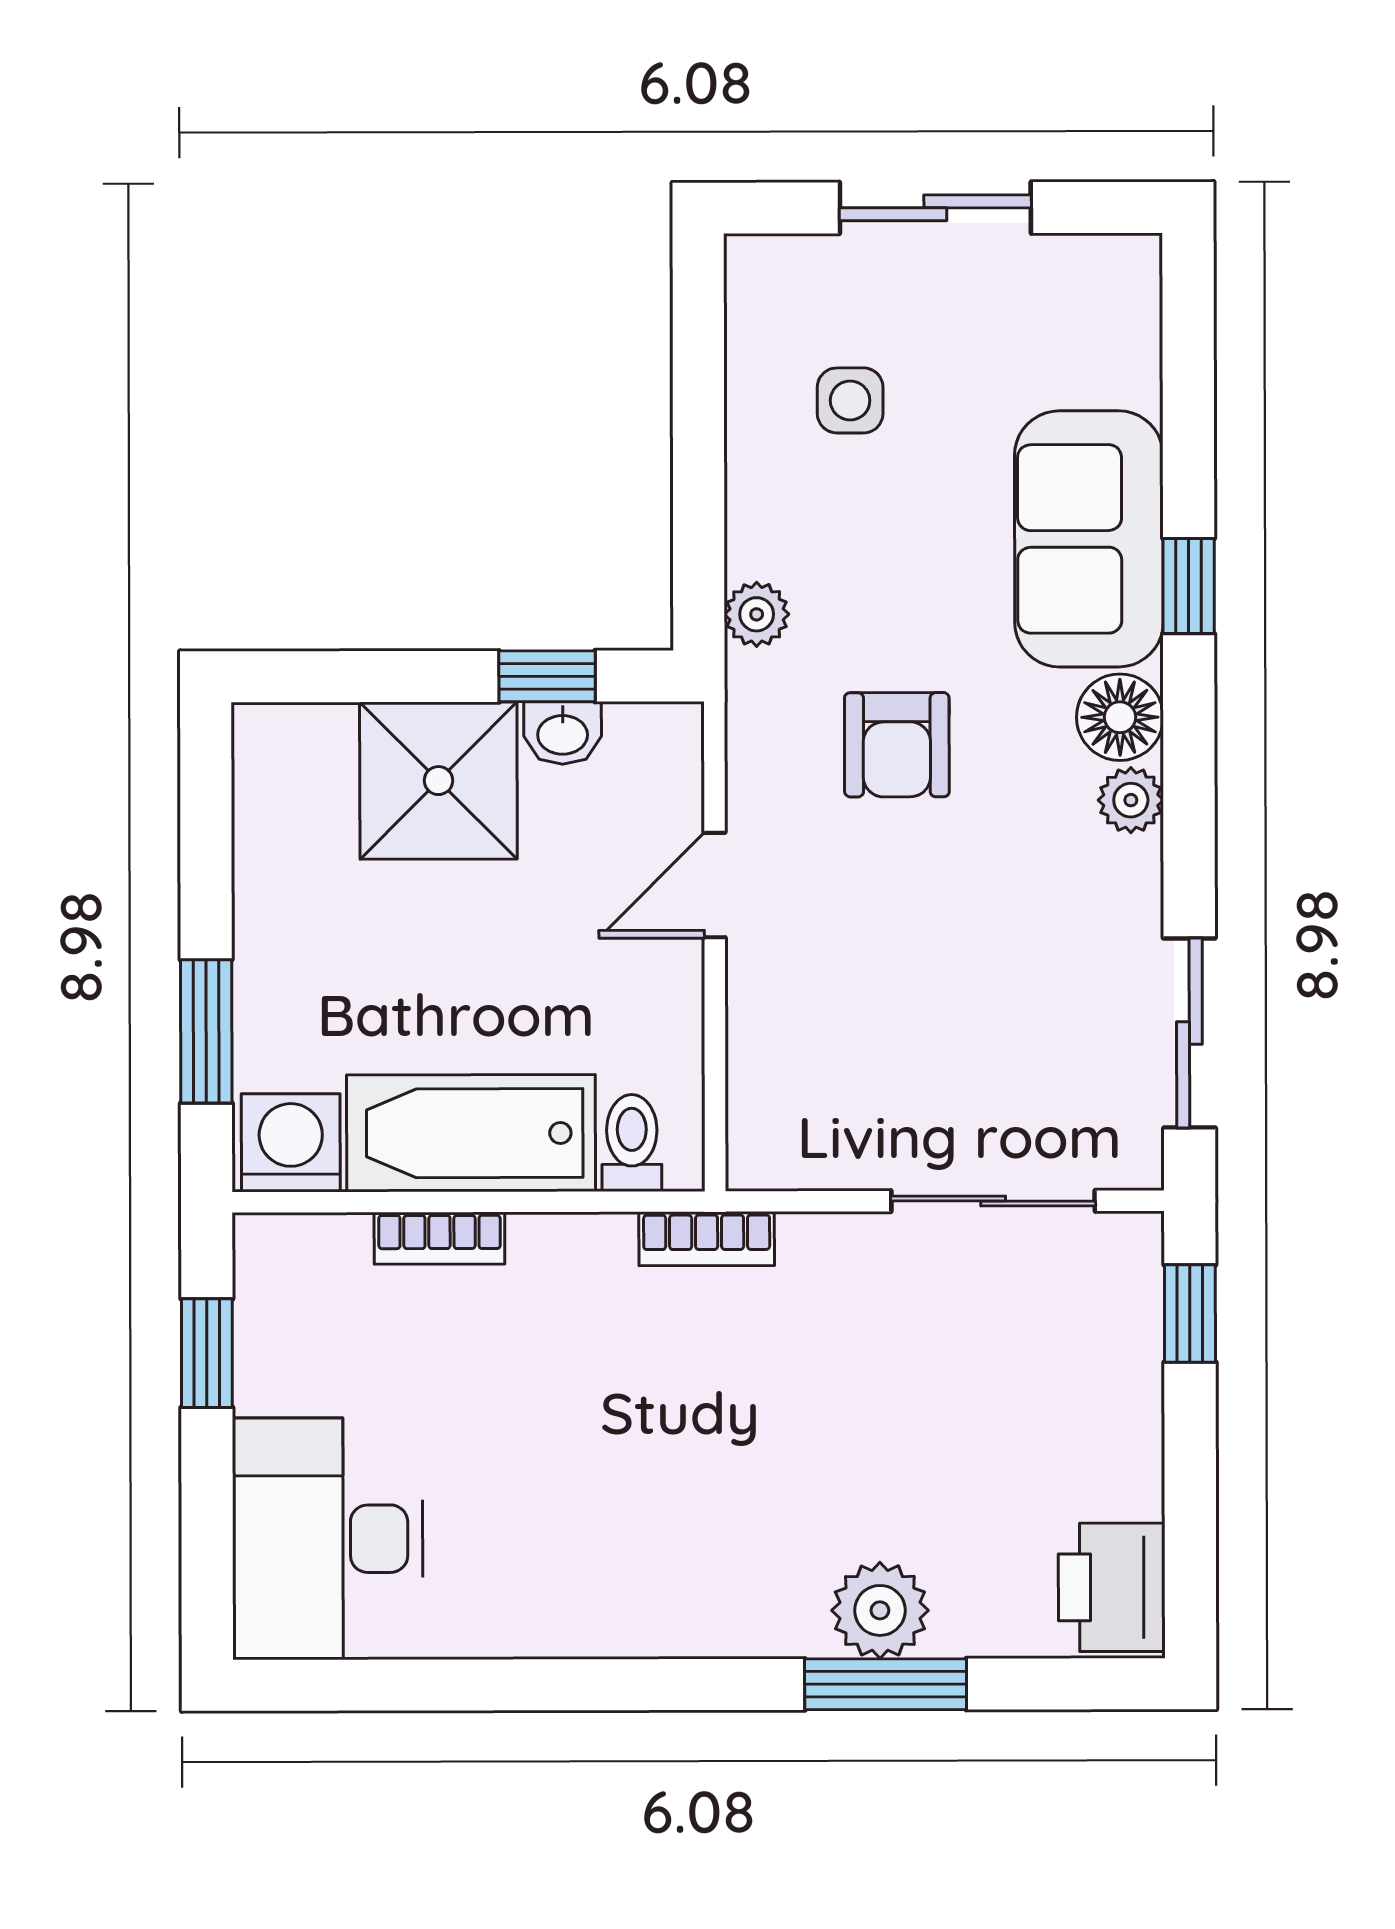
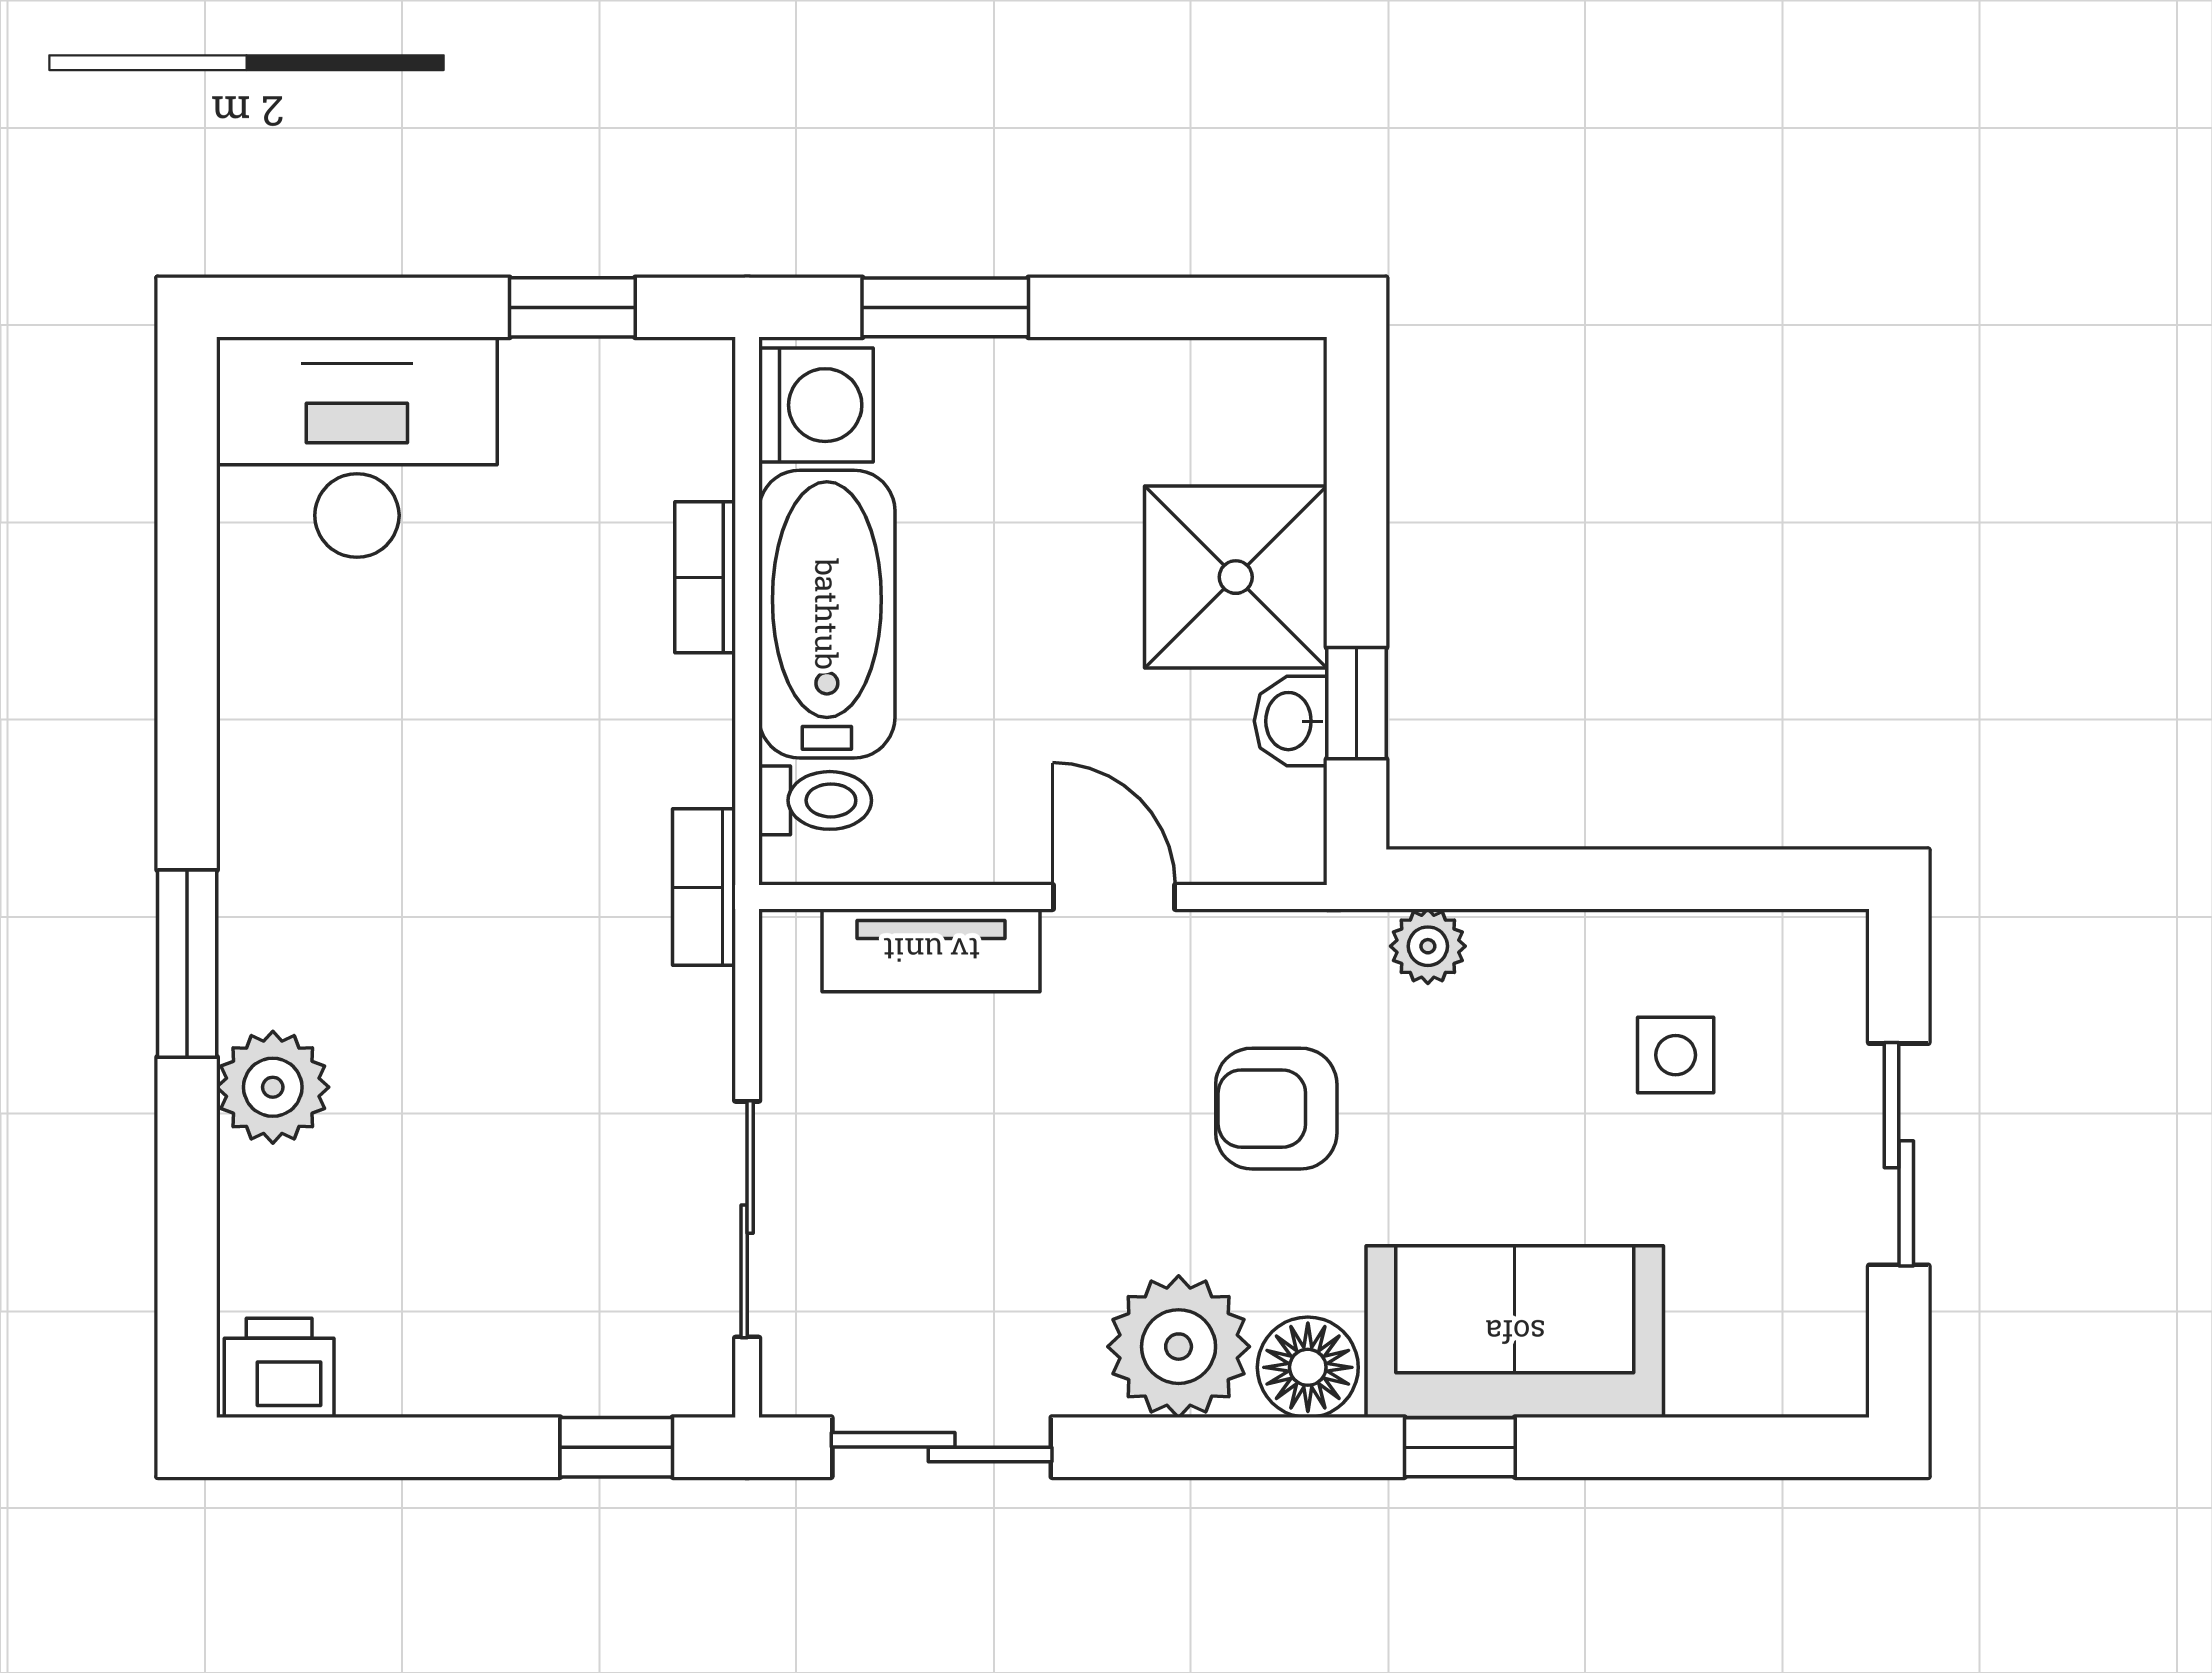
plant: (1131, 800) -> (1179, 1347), width x1.88, depth x1.88
tv unit: (761, 1043) -> (931, 950), added
printer: (1112, 1587) -> (279, 1368), width x0.73, depth x0.81
window: (886, 1684) -> (187, 964), moved

